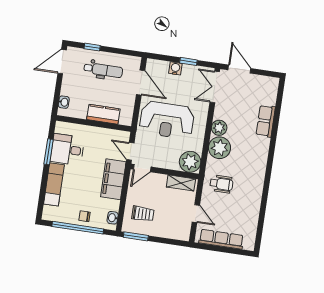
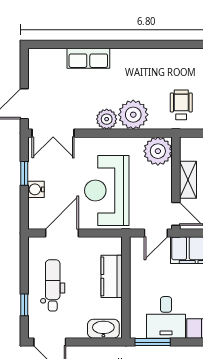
washbasin: (64, 102) -> (103, 329), width x1.91, depth x1.45
reception desk: (167, 120) -> (107, 190), turned 180
window: (49, 152) -> (153, 342), moved
shelving: (181, 183) -> (188, 180), moved

